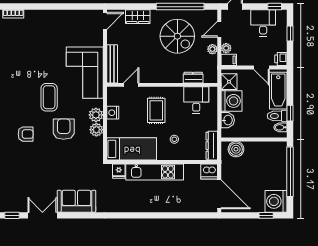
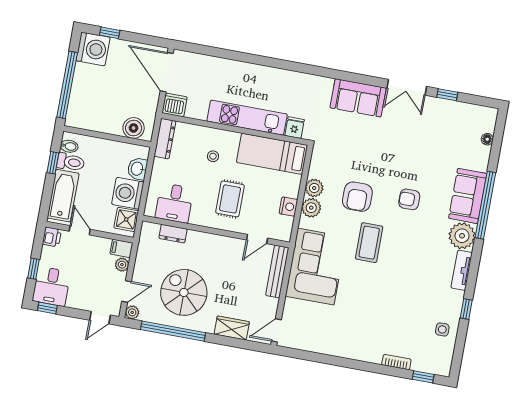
desk: (263, 23) -> (51, 286), moved
plant: (212, 49) -> (132, 312), moved

